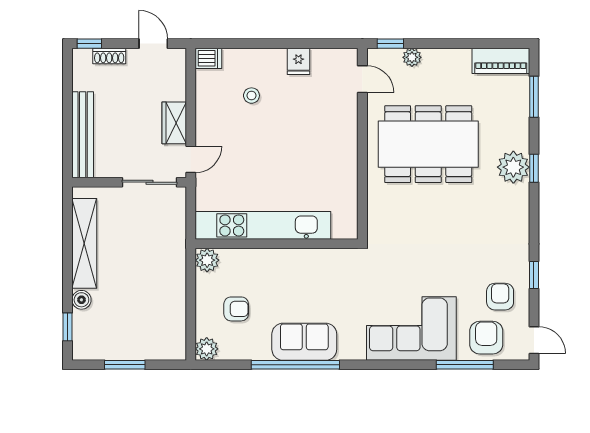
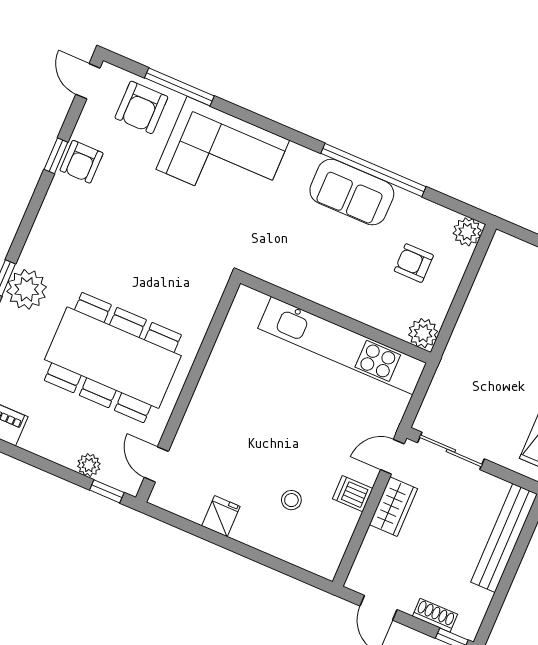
dishwasher: (208, 58) -> (353, 494), moved
armchair: (500, 297) -> (82, 162), moved

